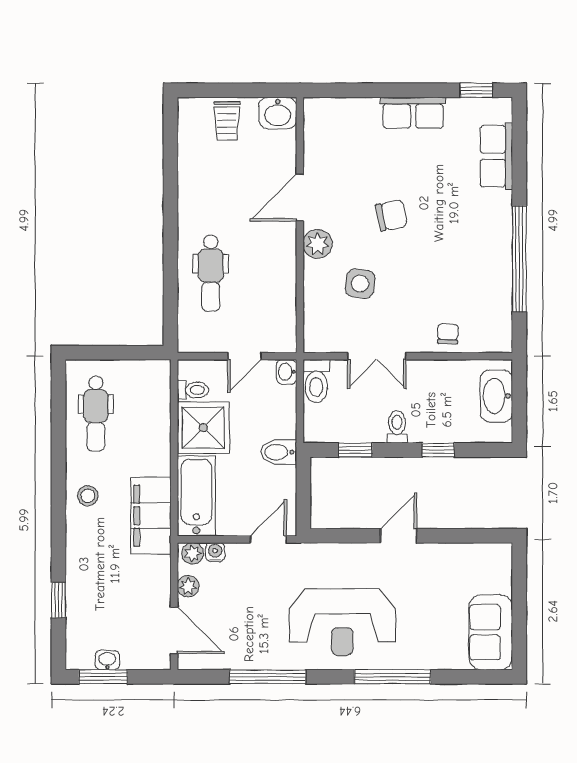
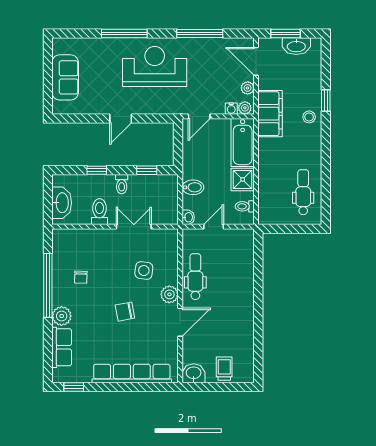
row of seats: (413, 113) -> (132, 374), width x2.02
plant: (496, 208) -> (62, 316), added
dental chair: (211, 273) -> (195, 277), moved
chair: (448, 334) -> (81, 277), moved
toilet: (316, 381) -> (99, 212), moved
shower: (203, 428) -> (243, 179), width x0.73, depth x0.73
bidet: (279, 452) -> (193, 187), moved
stool: (88, 496) -> (309, 117), moved
filing cabinet: (151, 516) -> (270, 114), moved
window: (59, 600) -> (326, 101), moved
sofa: (491, 632) -> (65, 77), moved
washbasin: (107, 660) -> (296, 46), width x1.91, depth x1.45
window: (103, 677) -> (286, 33), moved

